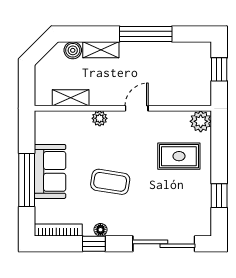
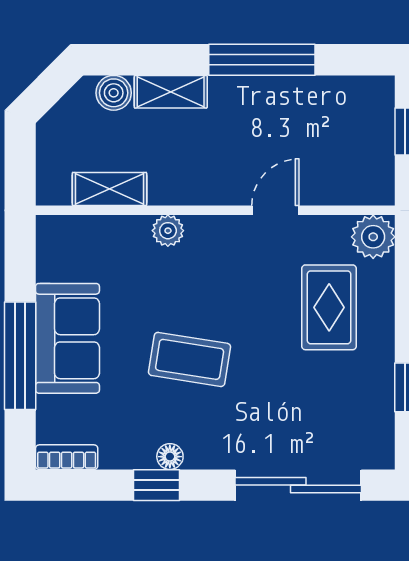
door: (137, 108) -> (275, 210), moved
rug: (179, 156) -> (329, 307), turned 90
bookcase: (58, 230) -> (67, 457), width x0.64

